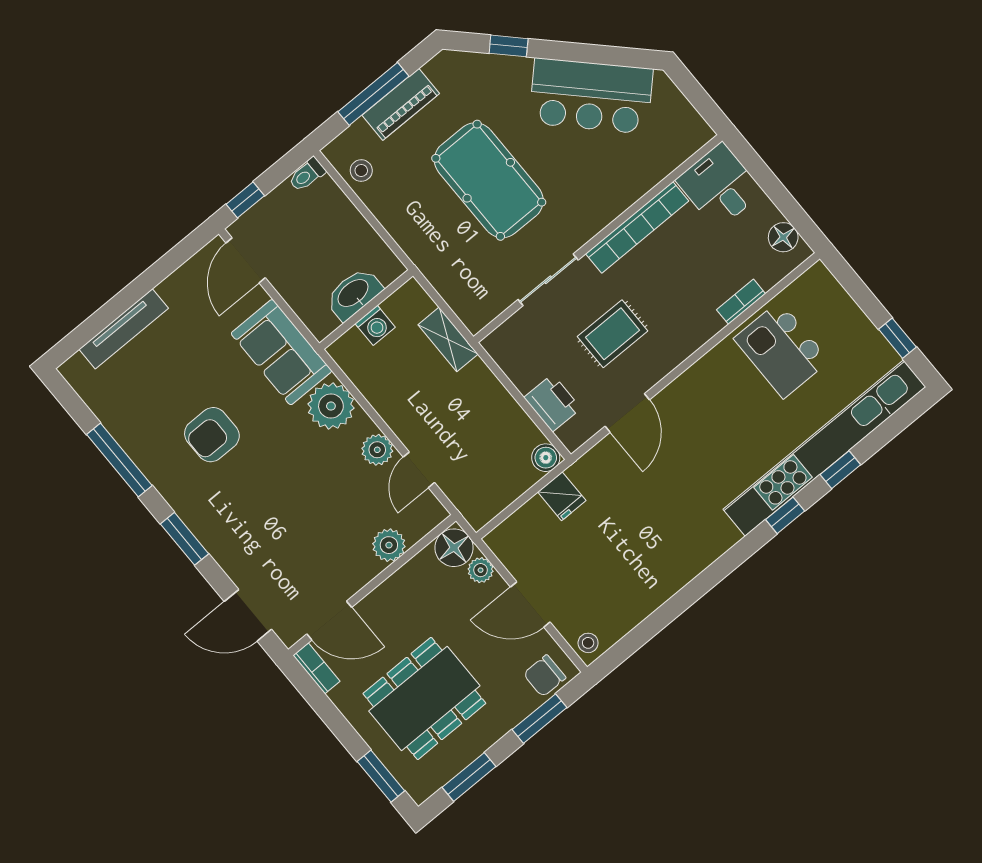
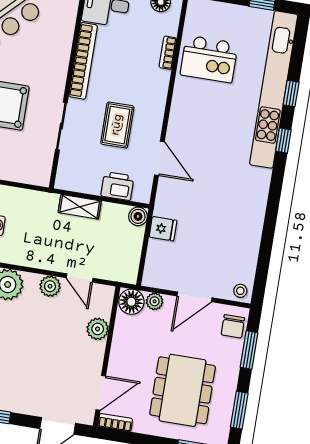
shelving: (448, 339) -> (80, 207), moved

